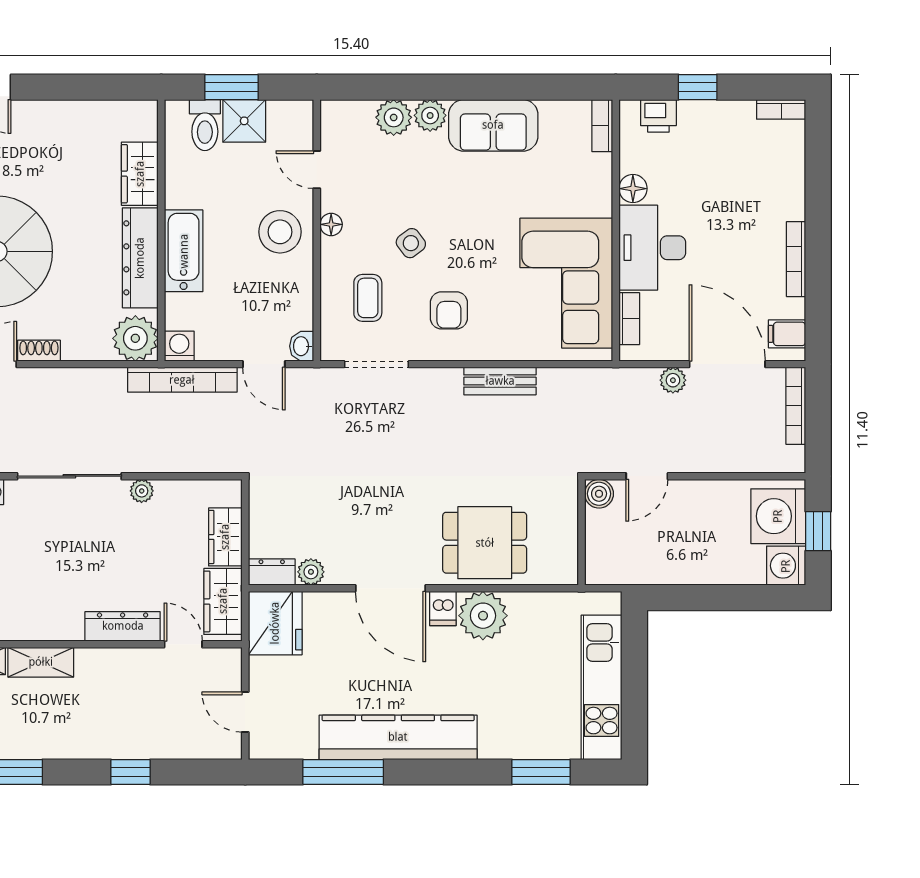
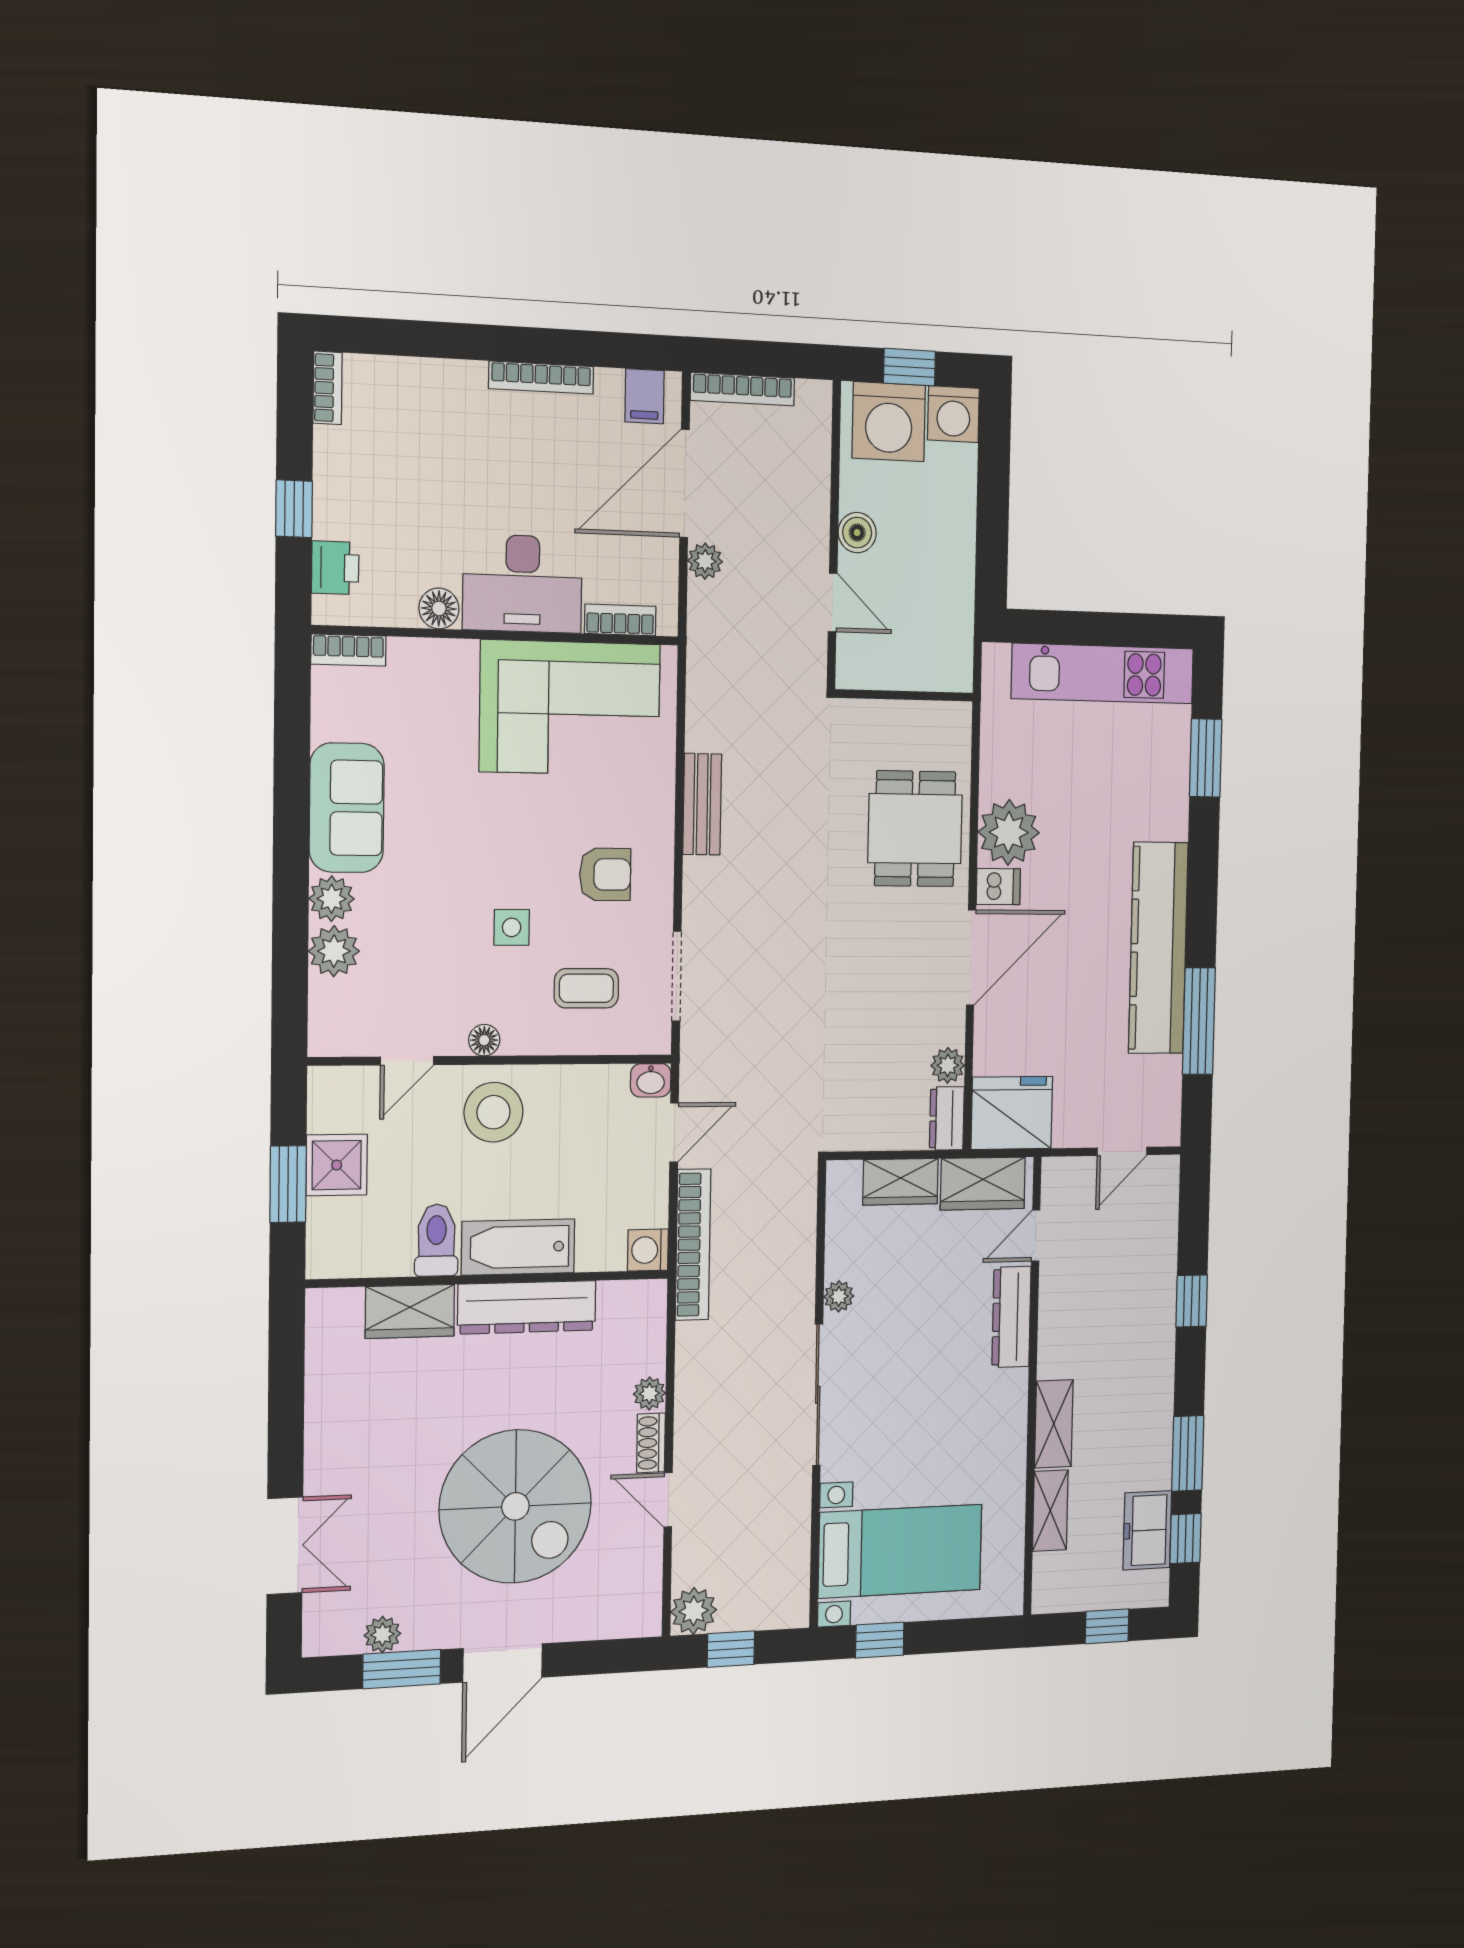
toilet: (205, 125) -> (436, 1240), moved, turned -90
side table: (411, 243) -> (512, 927), turned 37
plant: (135, 338) -> (649, 1393), moved, width x0.53, depth x0.53
boiler: (599, 494) -> (857, 533), moved

